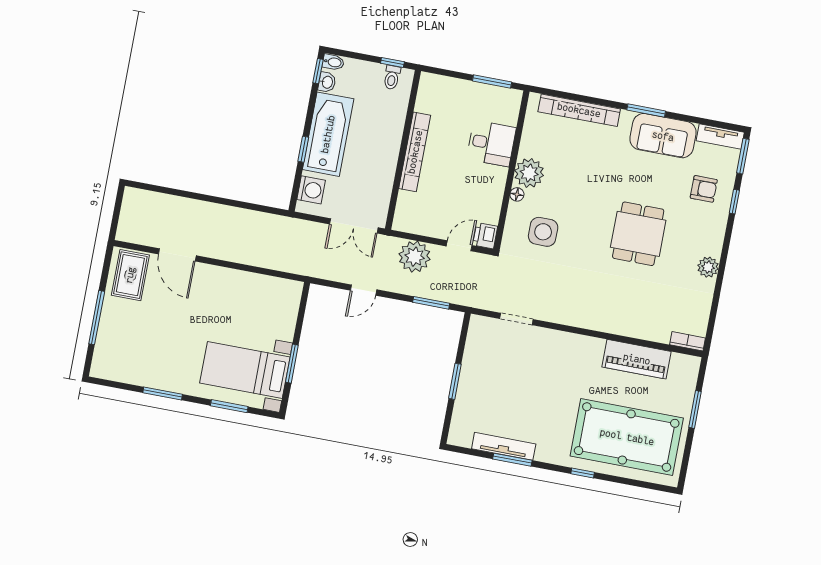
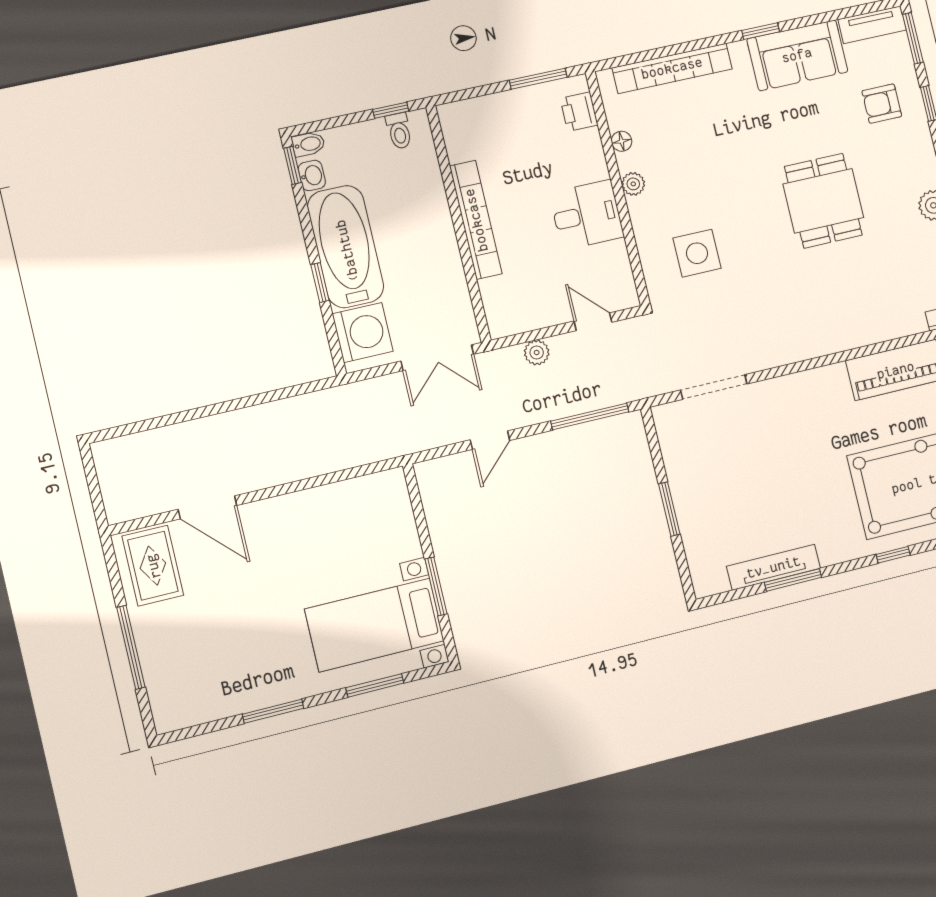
window: (646, 111) -> (761, 31), width x0.67
desk: (491, 143) -> (587, 215), moved
plant: (529, 173) -> (633, 184), width x0.53, depth x0.53
armchair: (704, 189) -> (882, 104), turned 180
washing machine: (311, 190) -> (363, 333), width x1.37, depth x1.37
floor lamp: (517, 194) -> (622, 141), moved
printer: (485, 236) -> (579, 112), moved
door: (459, 246) -> (593, 322), hinge flipped
plant: (415, 257) -> (537, 352), width x0.53, depth x0.53
window: (431, 303) -> (590, 416), width x1.44
doorway: (516, 319) -> (714, 387), width x1.38

